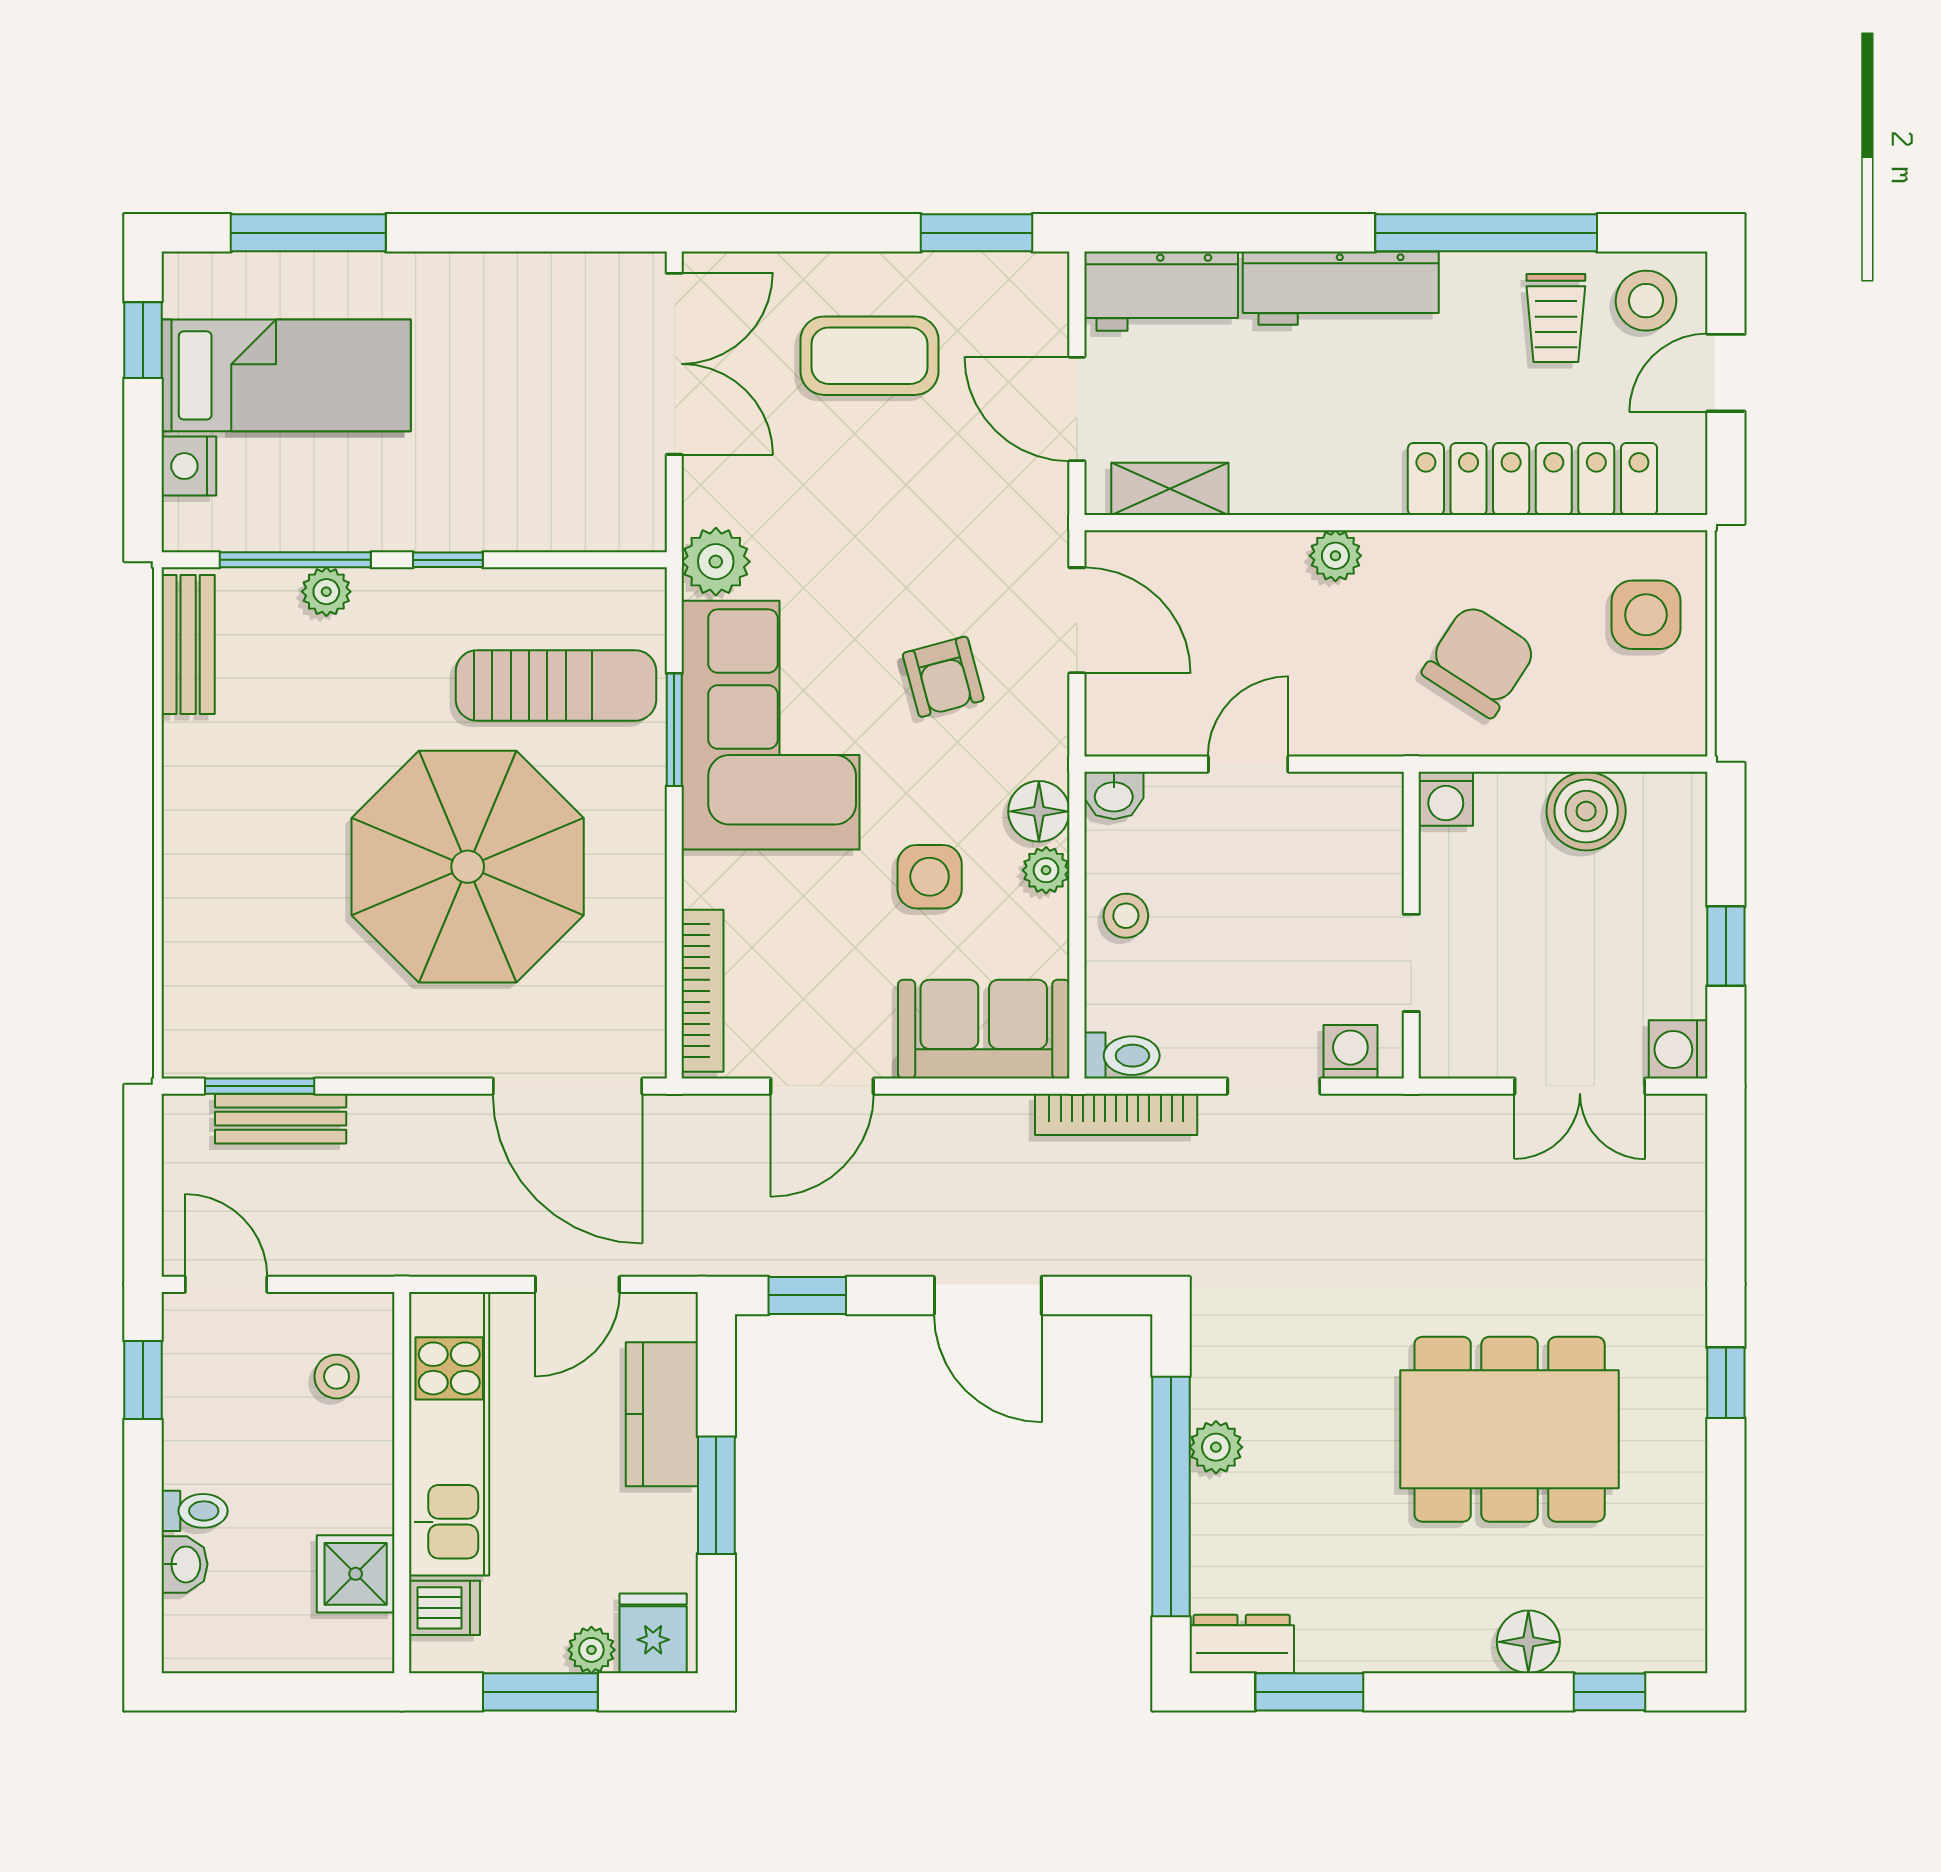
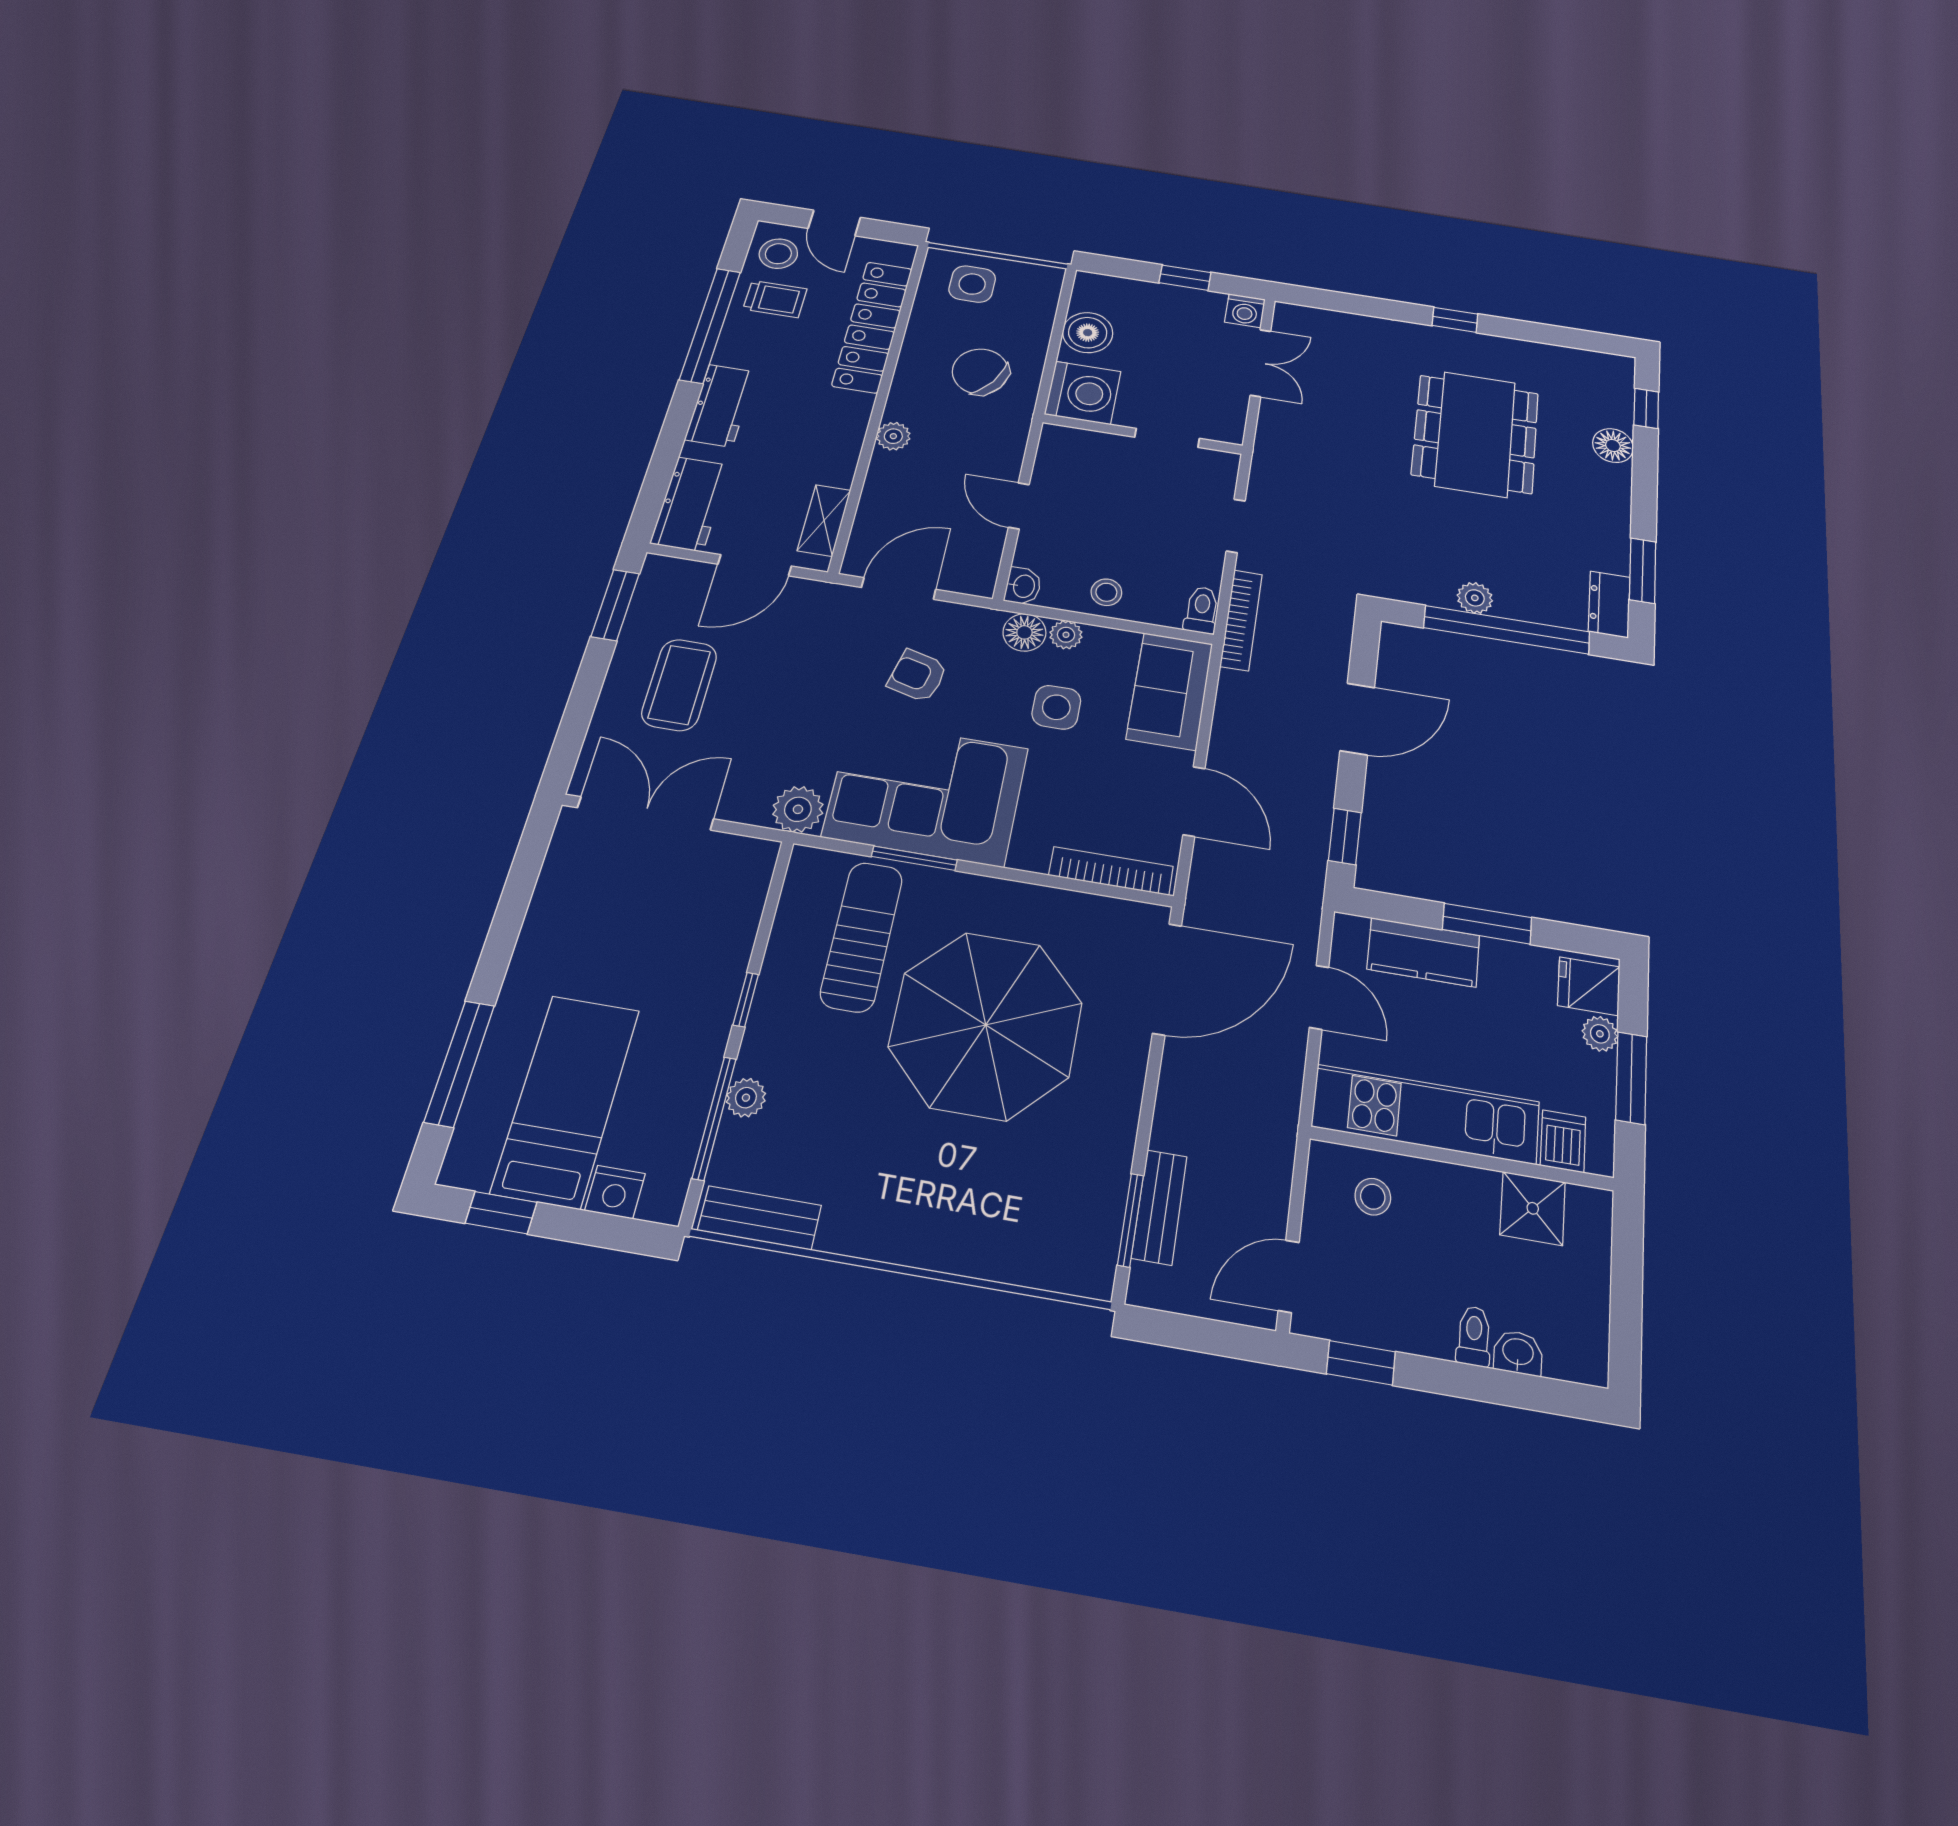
workbench: (1341, 288) -> (721, 406), width x0.73
armchair: (943, 677) -> (918, 676), turned -151
washing machine: (1446, 799) -> (1083, 393), width x1.89, depth x1.89
washing machine: (1350, 1052) -> (1220, 480), removed

